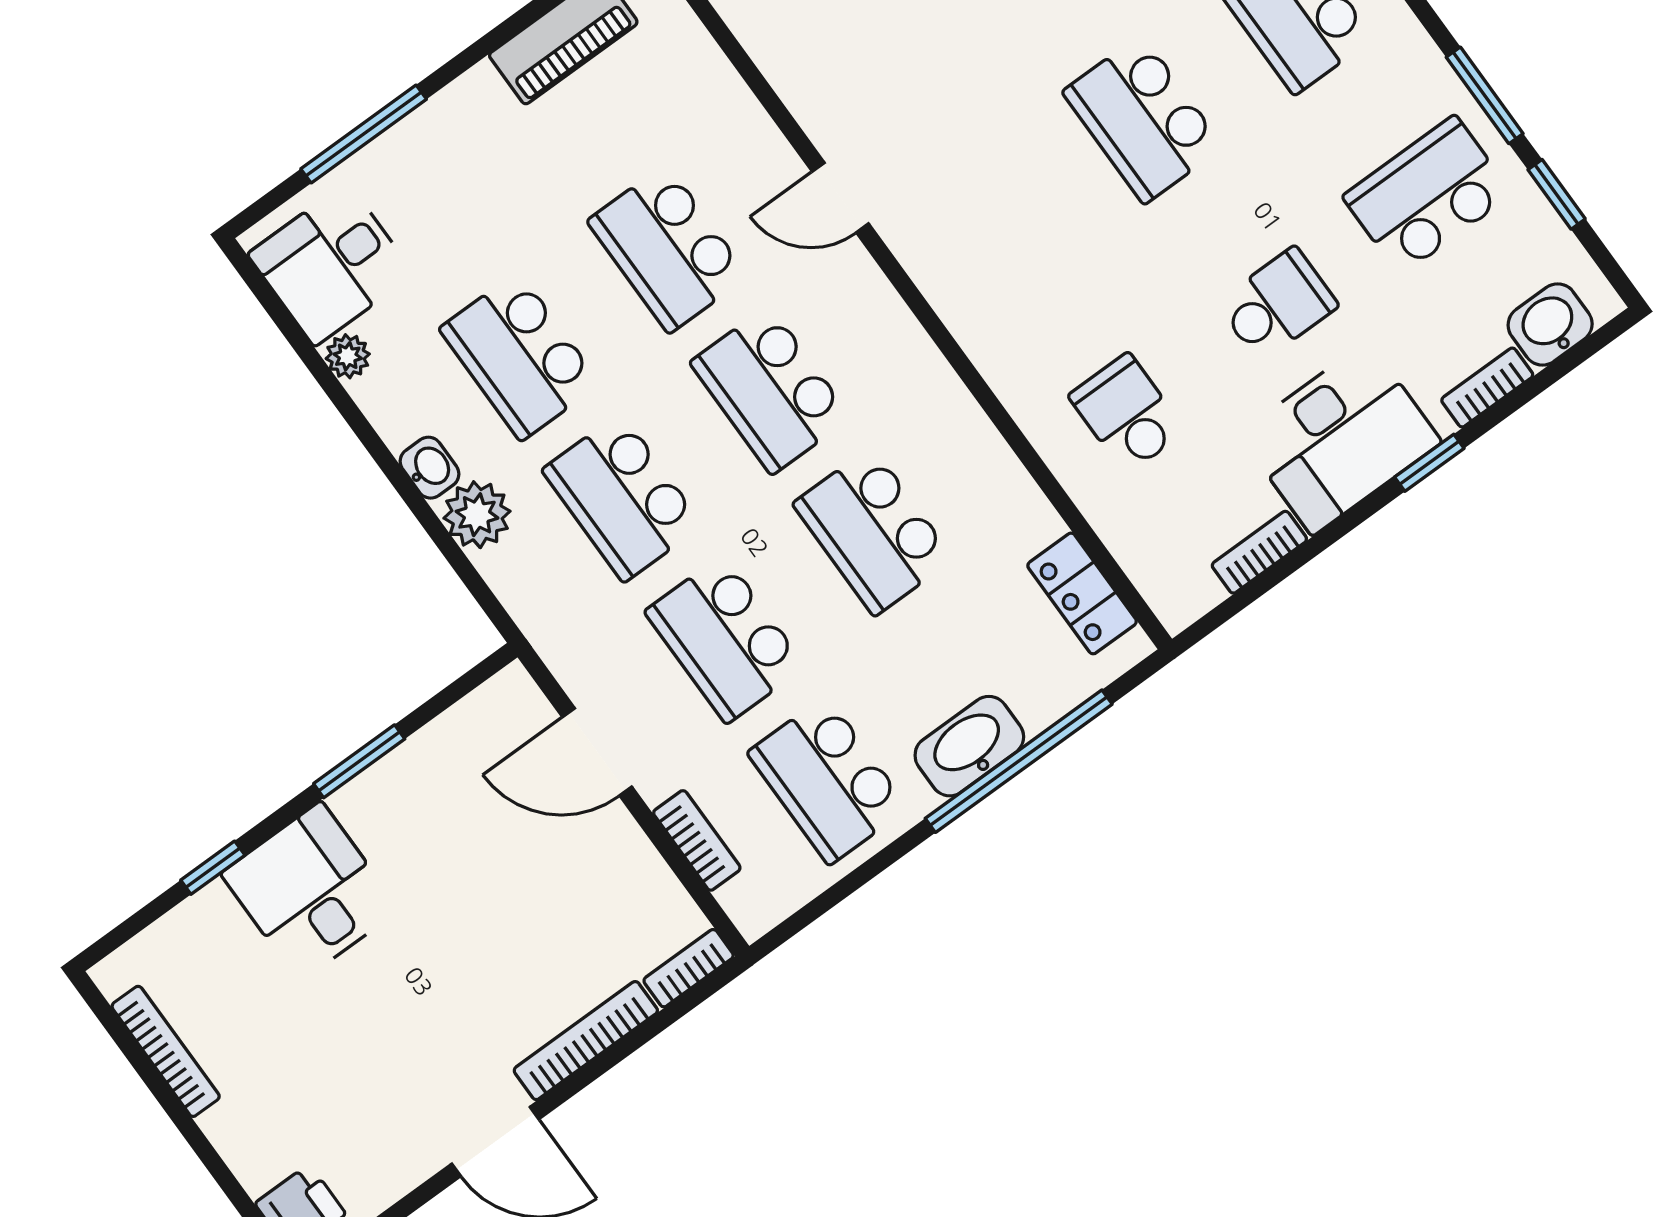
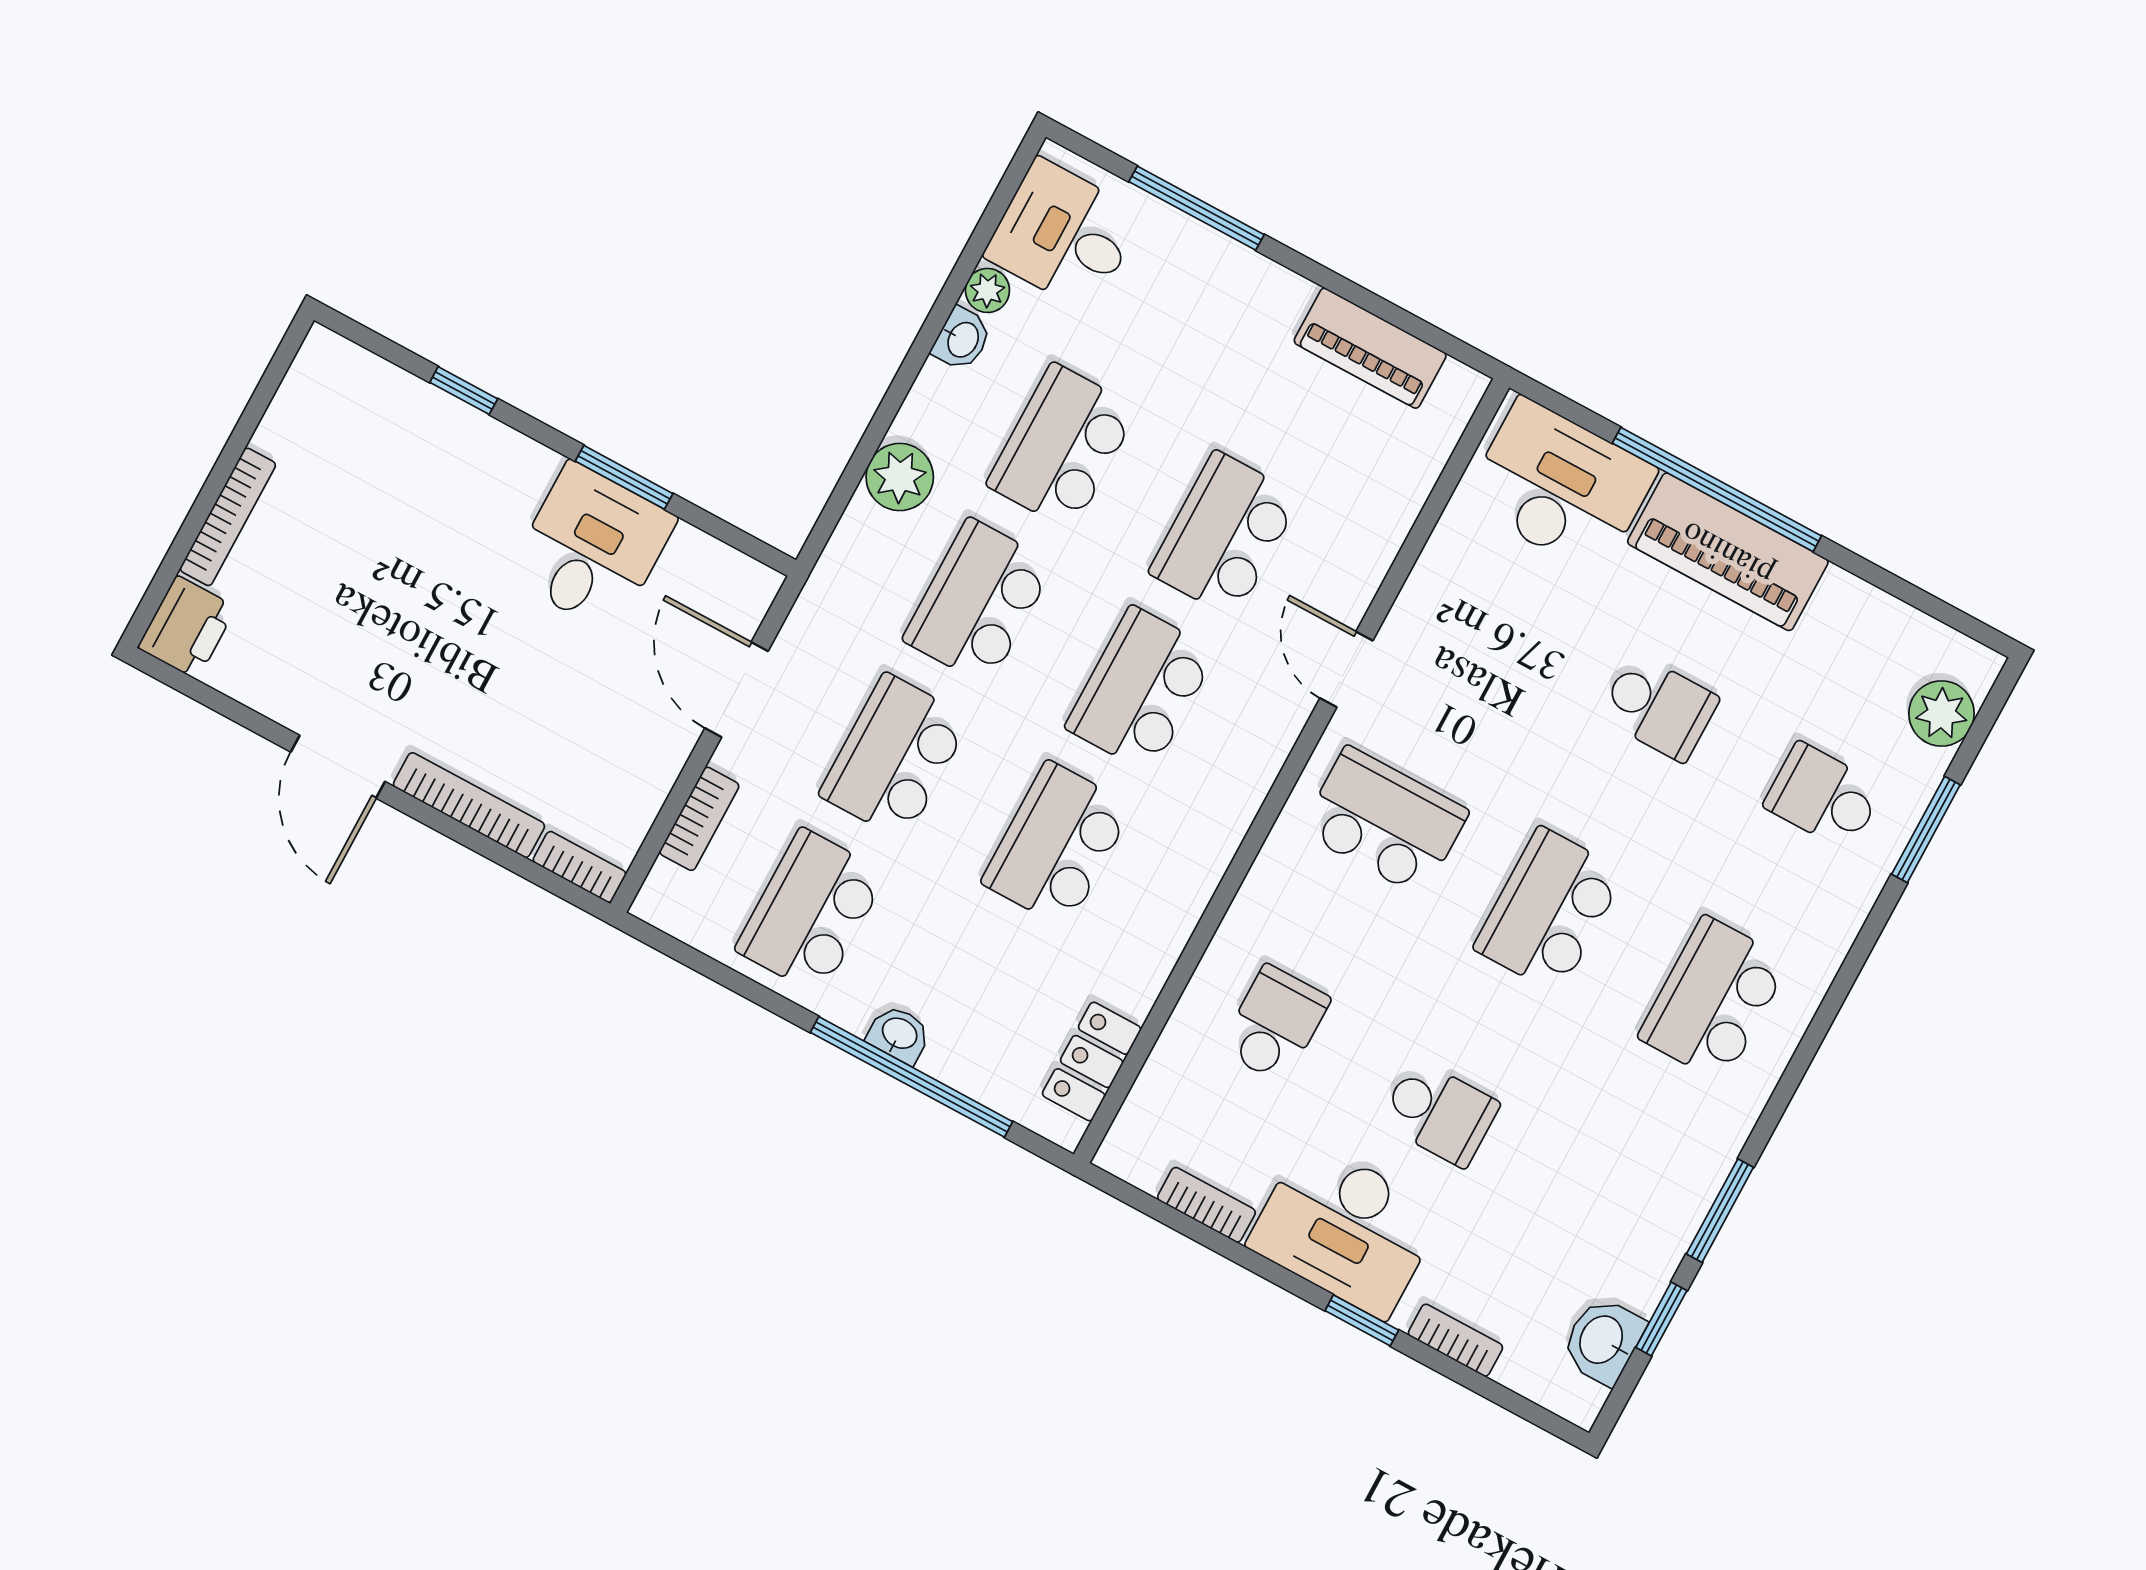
school desk: (1427, 195) -> (1385, 821), moved
washbasin: (1550, 324) -> (1603, 1341), moved, turned -90
washbasin: (430, 468) -> (962, 339), moved
washbasin: (969, 746) -> (899, 1034), width x0.52, depth x0.69
desk: (310, 892) -> (592, 548), moved
bookcase: (166, 1051) -> (228, 517), moved

